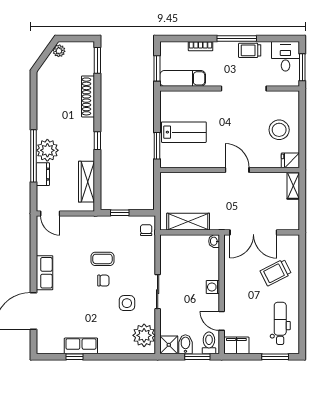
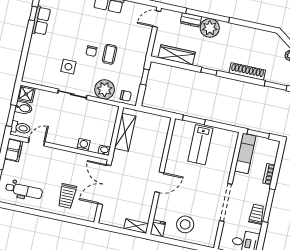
trolley: (276, 272) -> (67, 196), turned -153
washing machine: (213, 287) -> (84, 145), moved
plant: (144, 335) -> (105, 89), moved

